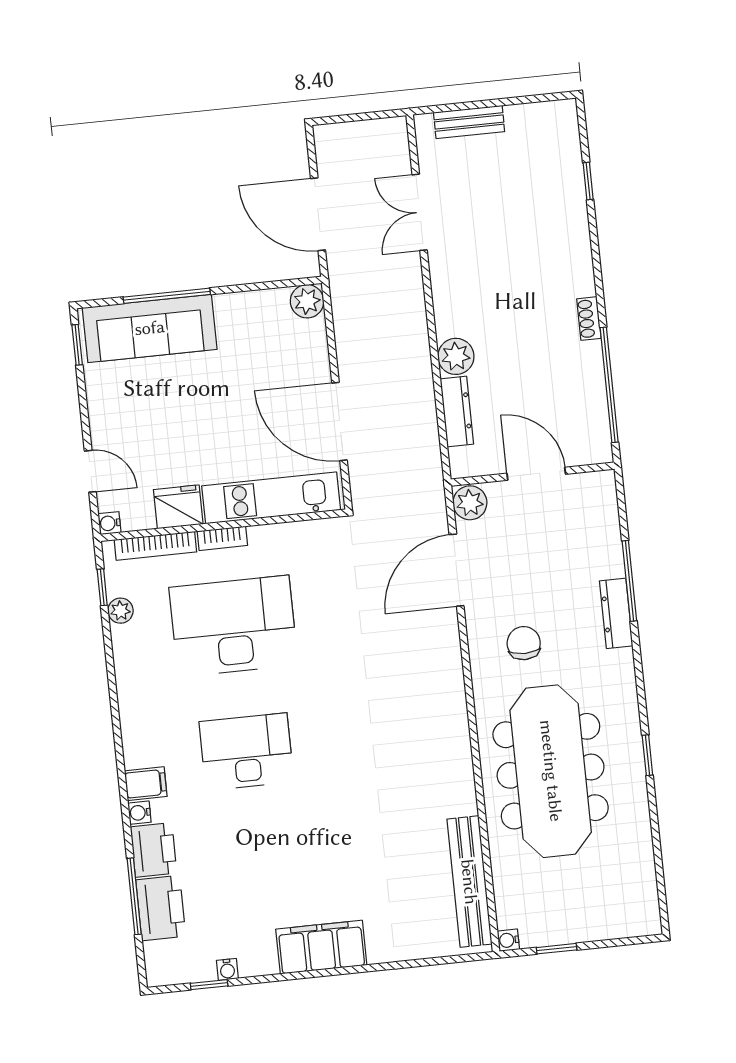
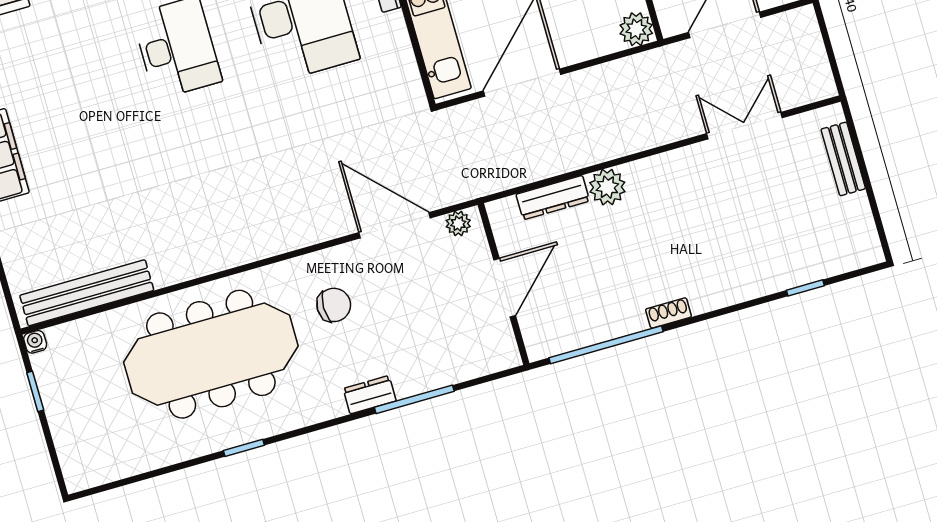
plant: (470, 503) -> (458, 223), width x0.73, depth x0.73
dresser: (616, 613) -> (370, 395), width x0.70

